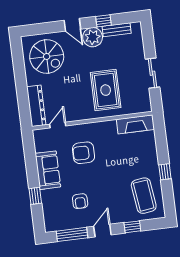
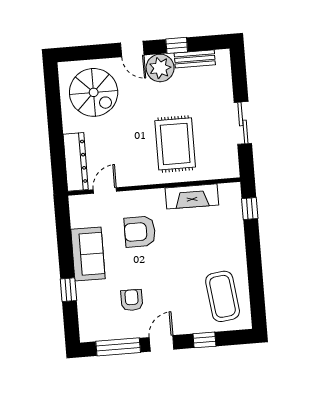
fireplace: (135, 124) -> (192, 196), moved
window: (165, 172) -> (250, 209), moved
armchair: (80, 201) -> (132, 300), turned 180

